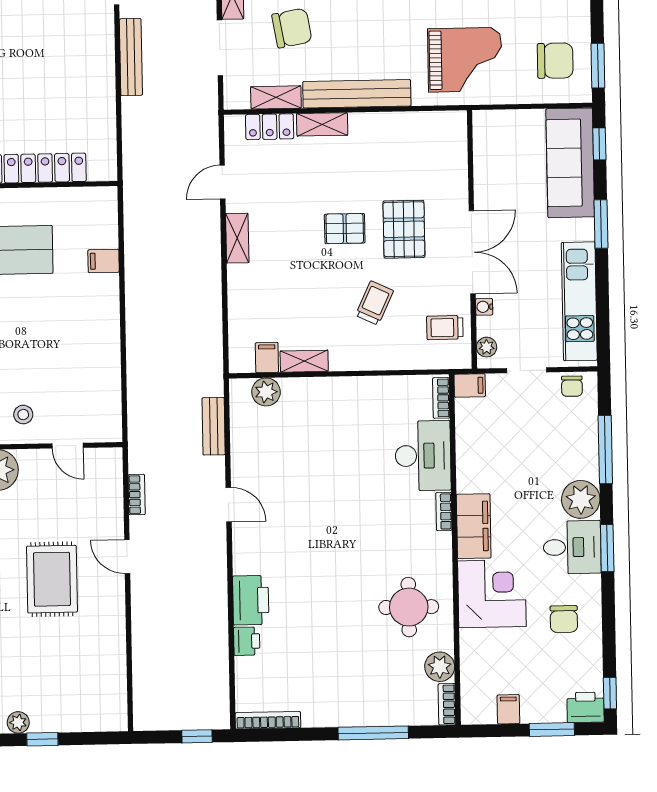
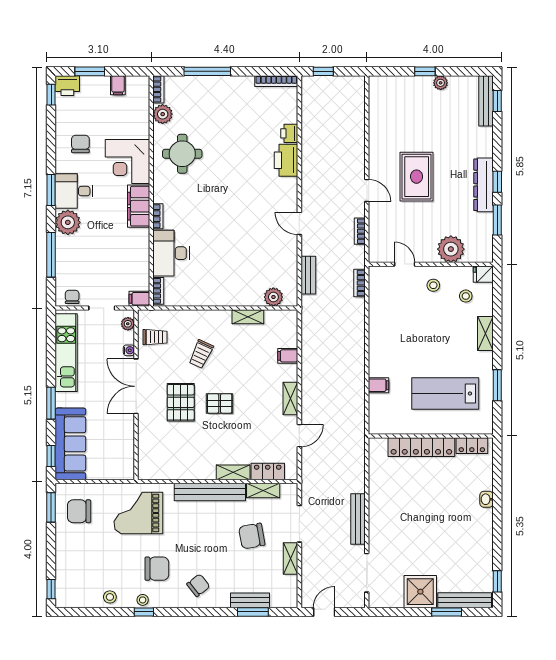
filing cabinet: (267, 358) -> (288, 356), moved, turned 90
bookcase: (136, 416) -> (360, 283), added

